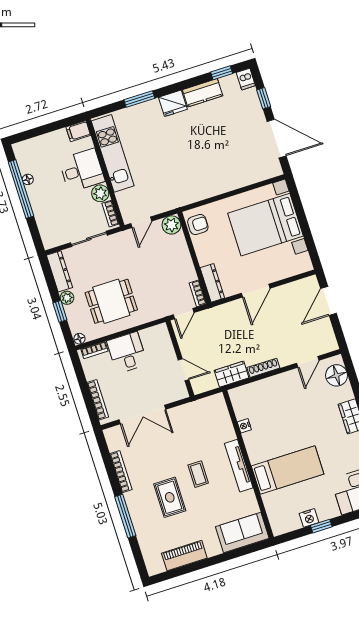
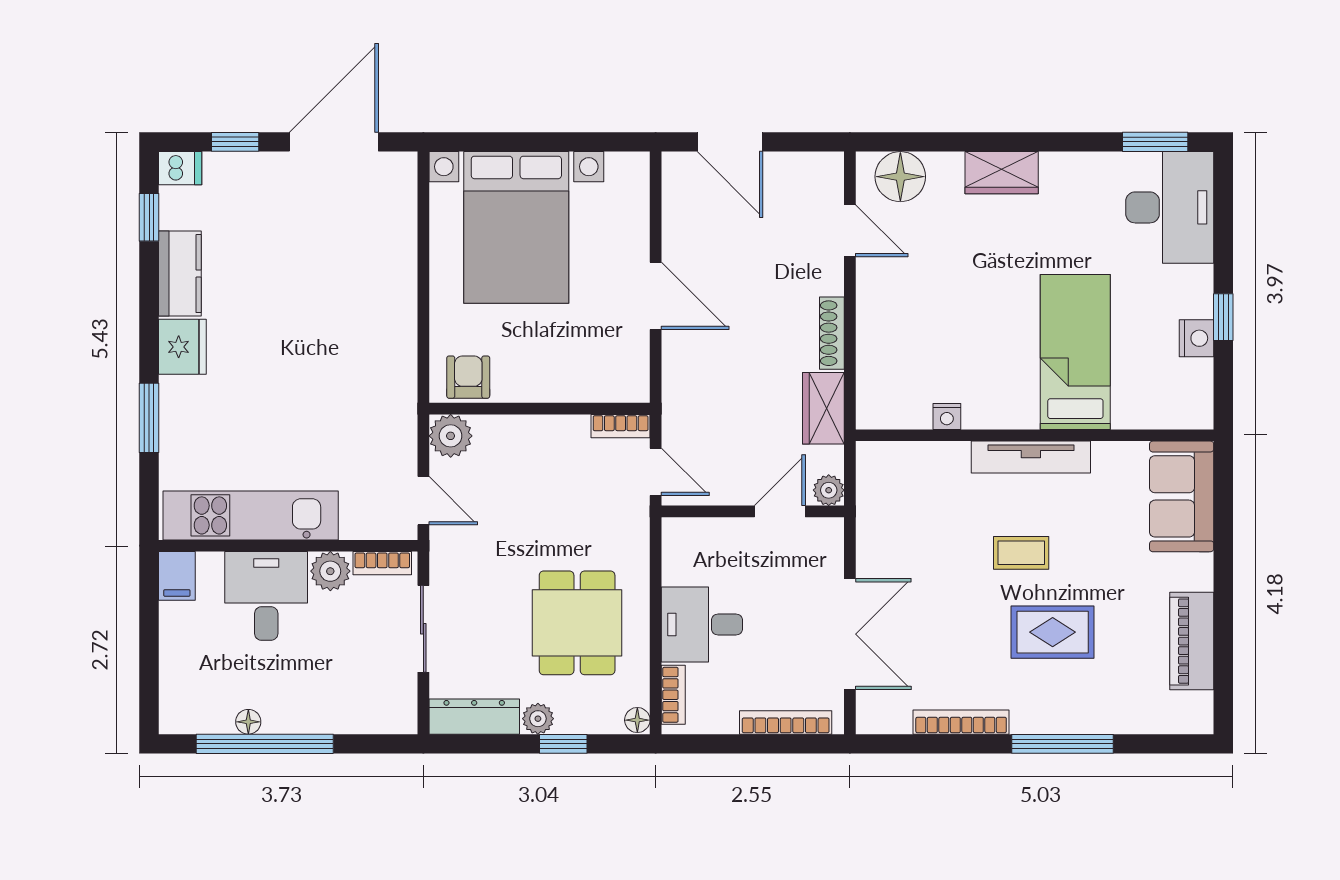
dresser: (212, 283) -> (608, 386), removed
plant: (199, 387) -> (829, 490), added

